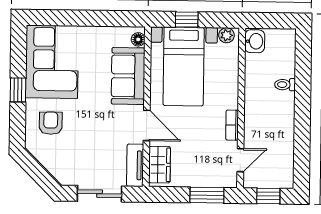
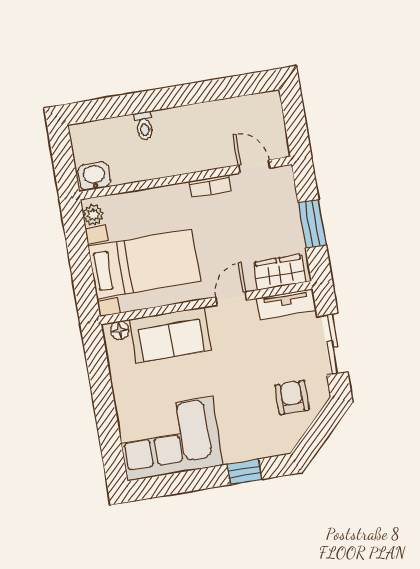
window: (187, 20) -> (82, 271), removed
window: (18, 90) -> (244, 472), moved
armchair: (51, 123) -> (292, 398), moved, turned 90
door: (147, 125) -> (231, 299), width x0.73
window: (207, 195) -> (312, 224), moved
window: (268, 196) -> (295, 121), removed

